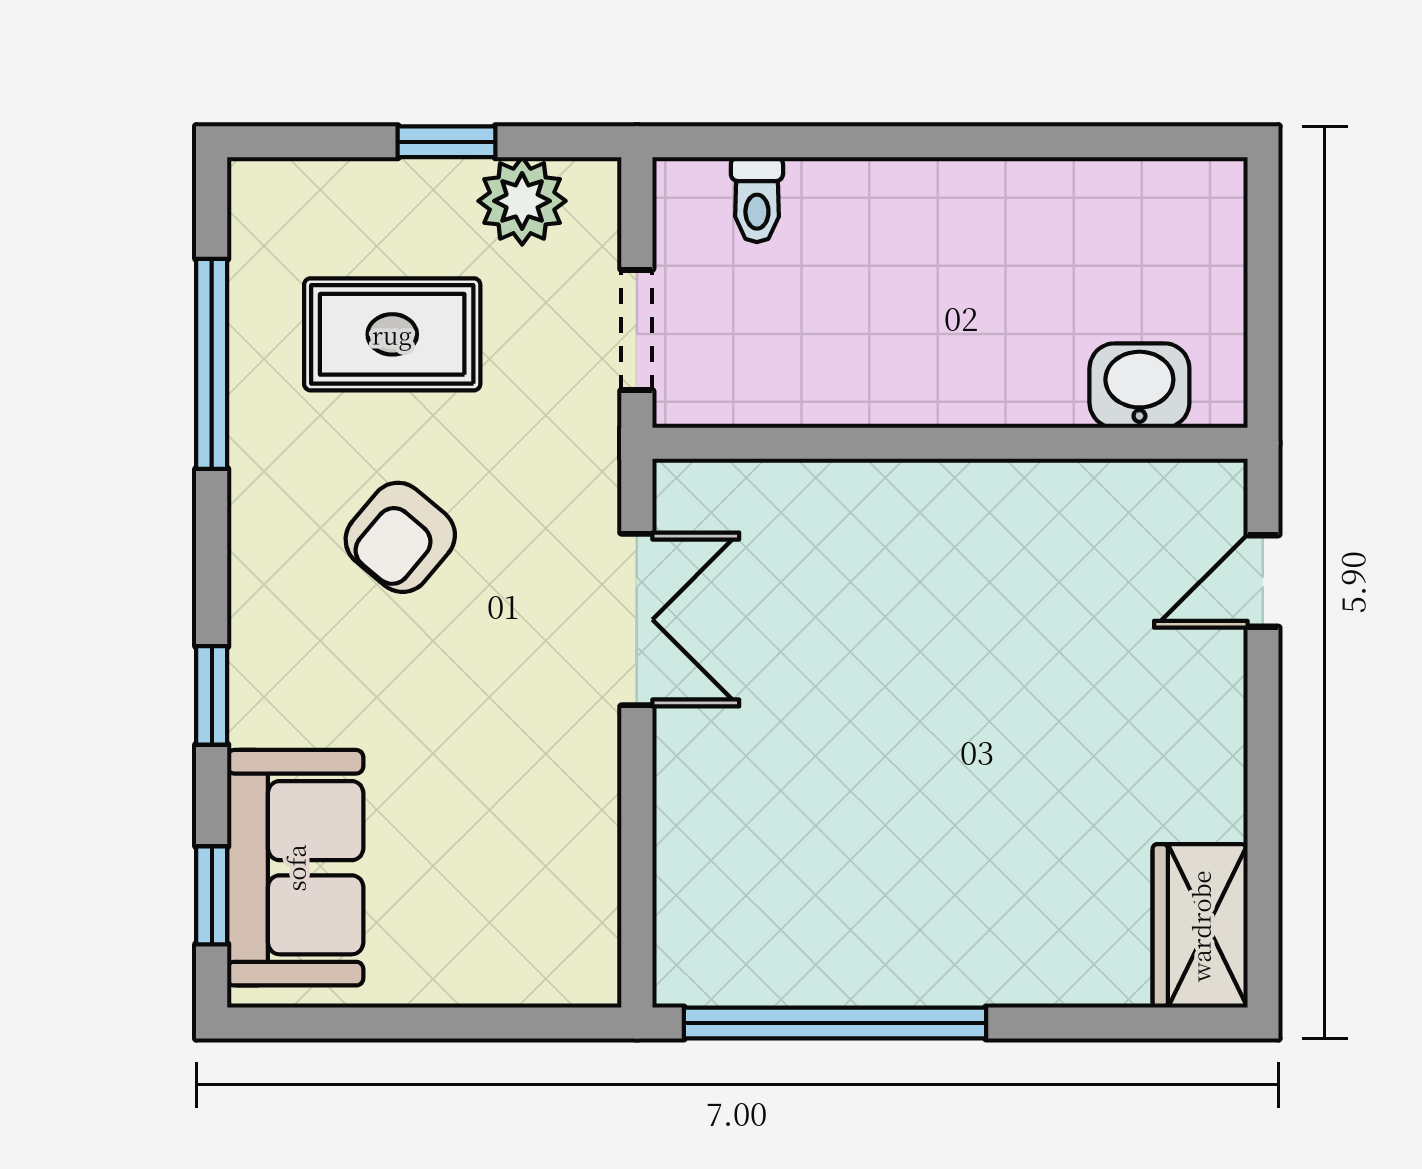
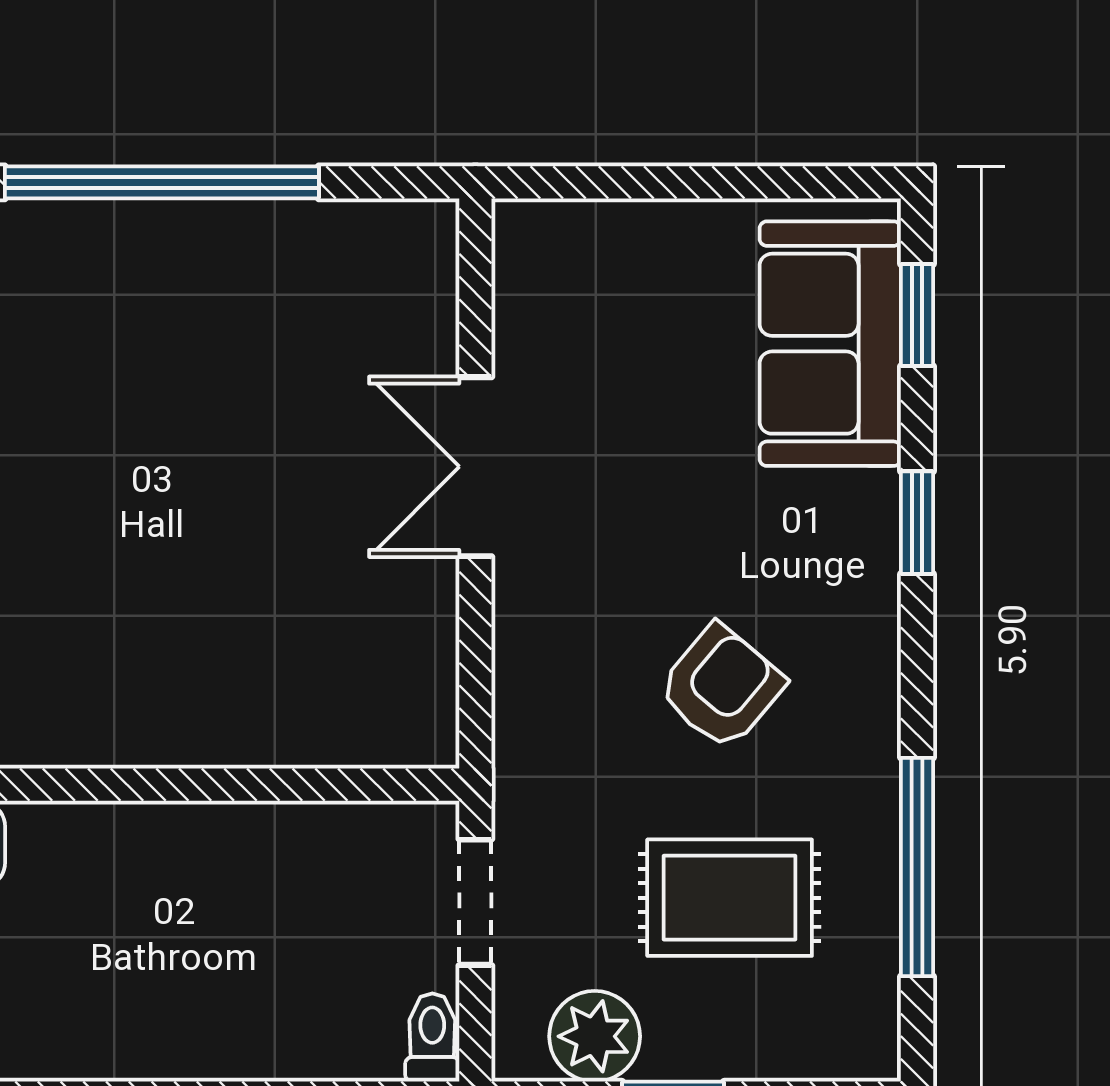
toilet: (757, 200) -> (432, 1038), moved
double door: (637, 620) -> (475, 467), moved
window: (835, 1023) -> (162, 182), moved

